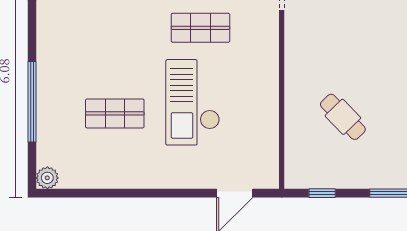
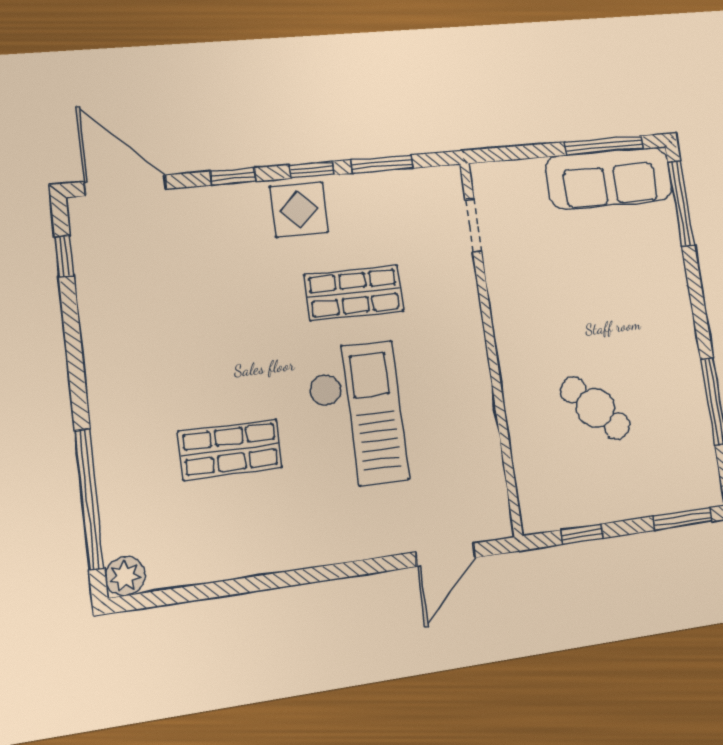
window: (32, 102) -> (89, 499), moved
checkout: (193, 102) -> (357, 415), turned 180

